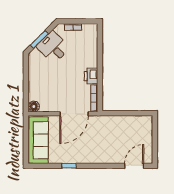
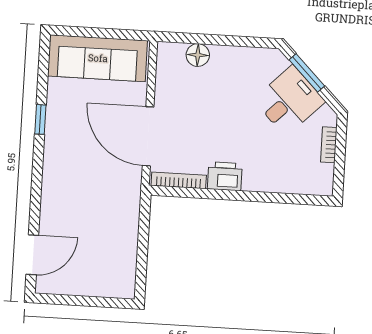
floor lamp: (34, 107) -> (198, 55), moved
door: (134, 166) -> (32, 255), hinge flipped

